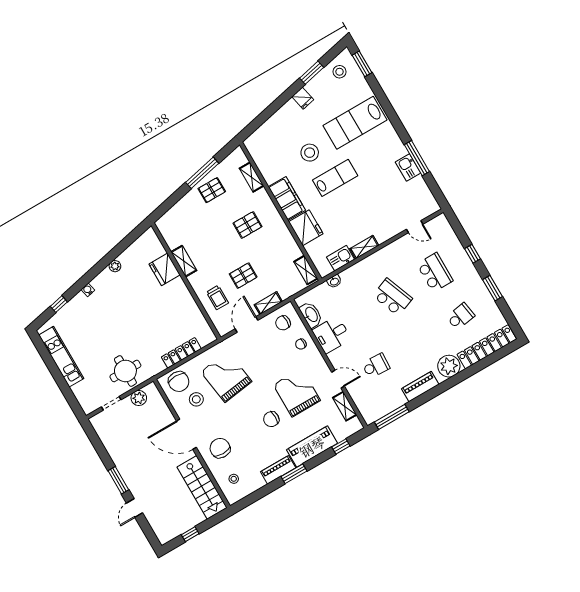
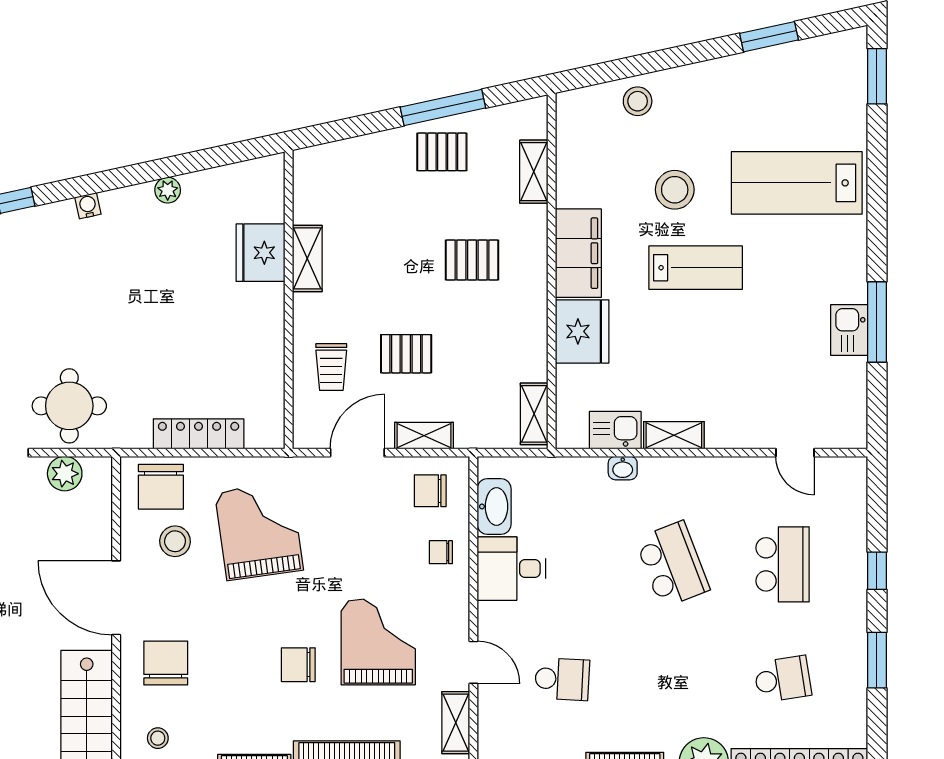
stool: (340, 72) -> (638, 101), moved
fridge: (303, 98) -> (723, 76), removed
washbasin: (334, 281) -> (623, 468), moved

